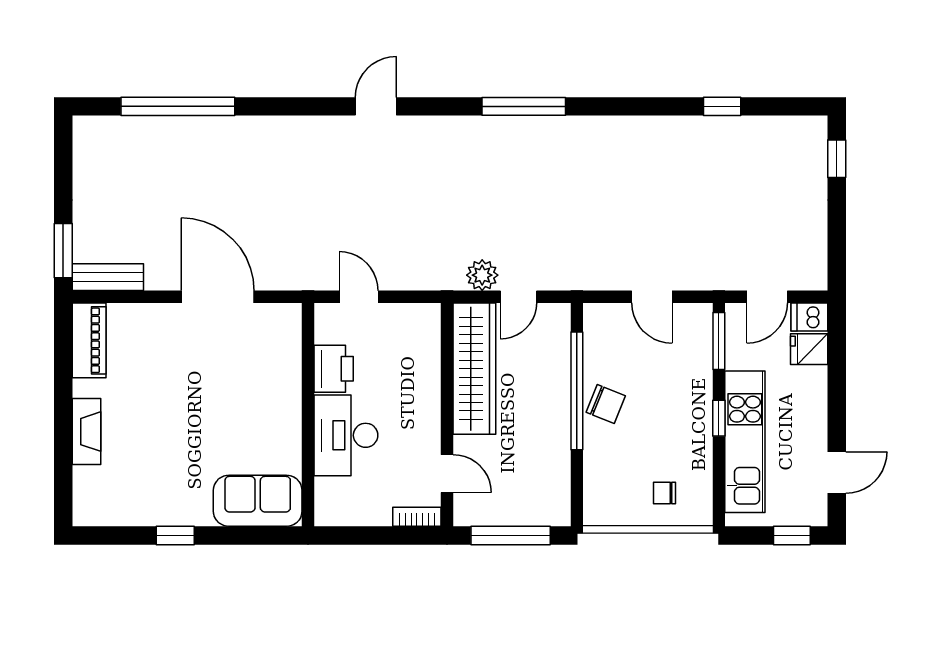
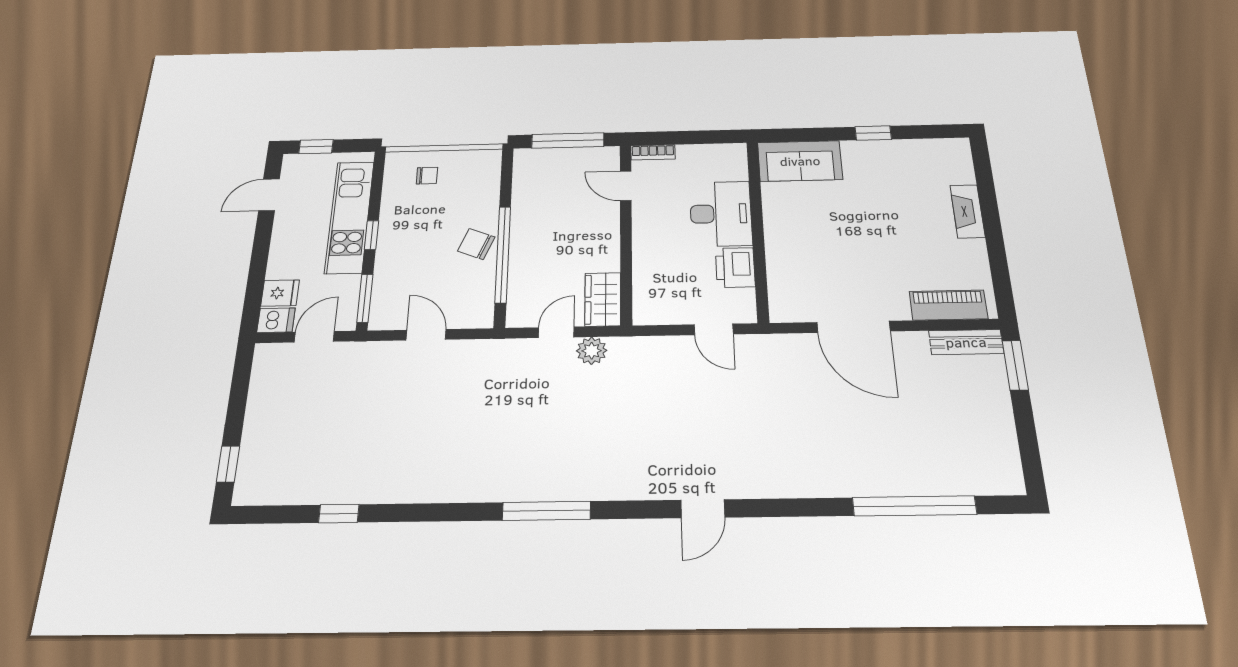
piano: (89, 340) -> (948, 305), moved, turned 90
wardrobe: (474, 369) -> (603, 299), width x0.48, depth x0.85

